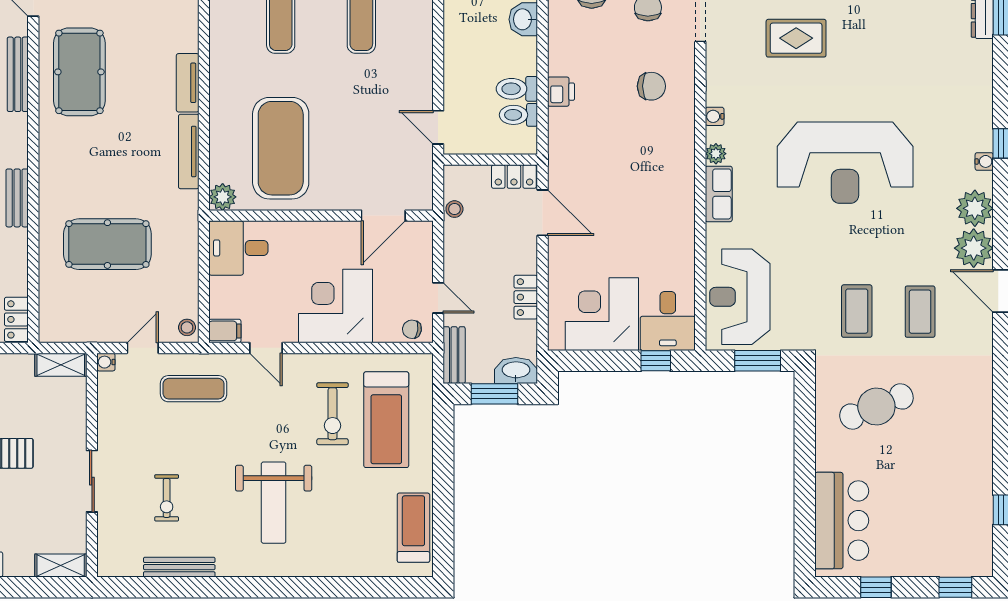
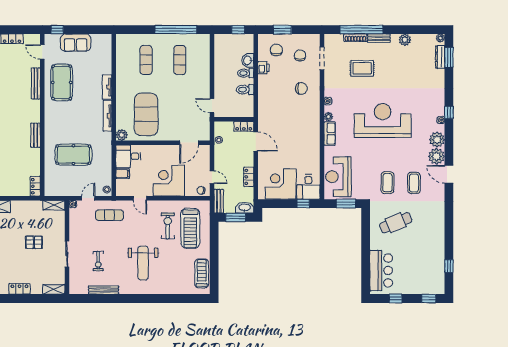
printer: (561, 92) -> (263, 68), moved
toilet: (518, 115) -> (246, 73), moved
reception desk: (845, 163) -> (383, 121), turned 180
filing cabinet: (225, 331) -> (123, 174), moved
exercise bike: (333, 414) -> (168, 226), turned 180

